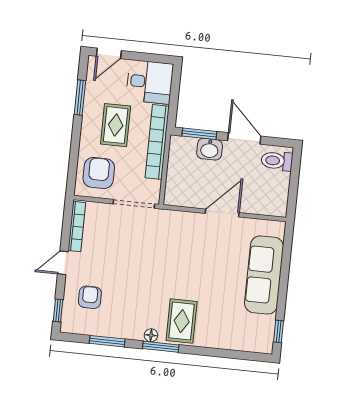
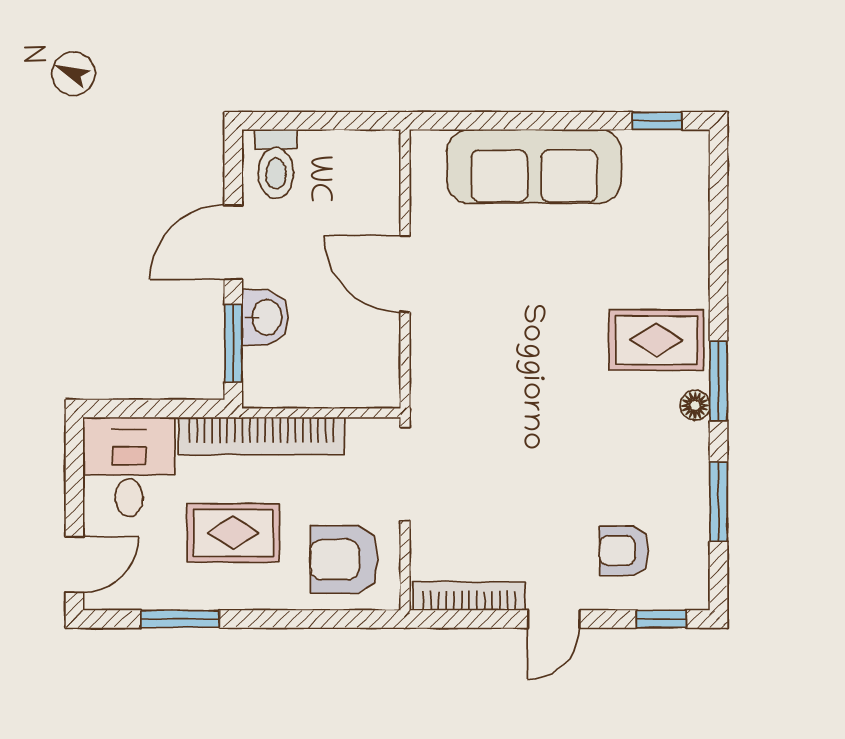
door: (109, 53) -> (74, 564), hinge flipped
door: (63, 263) -> (554, 619), hinge flipped

